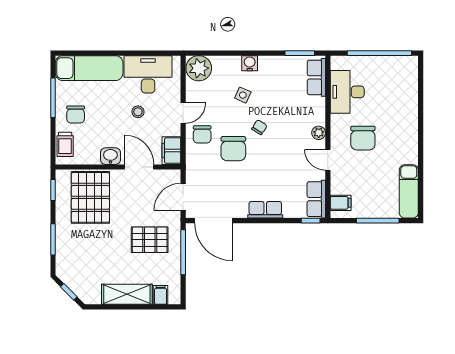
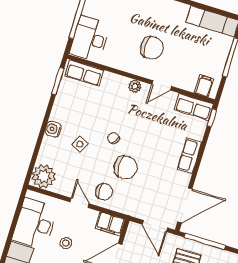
desk: (347, 92) -> (90, 39), moved, turned 90

